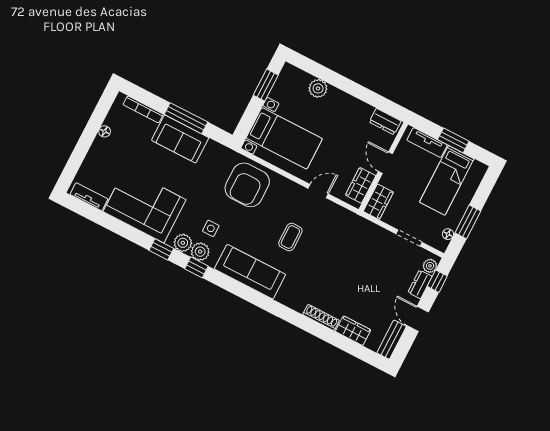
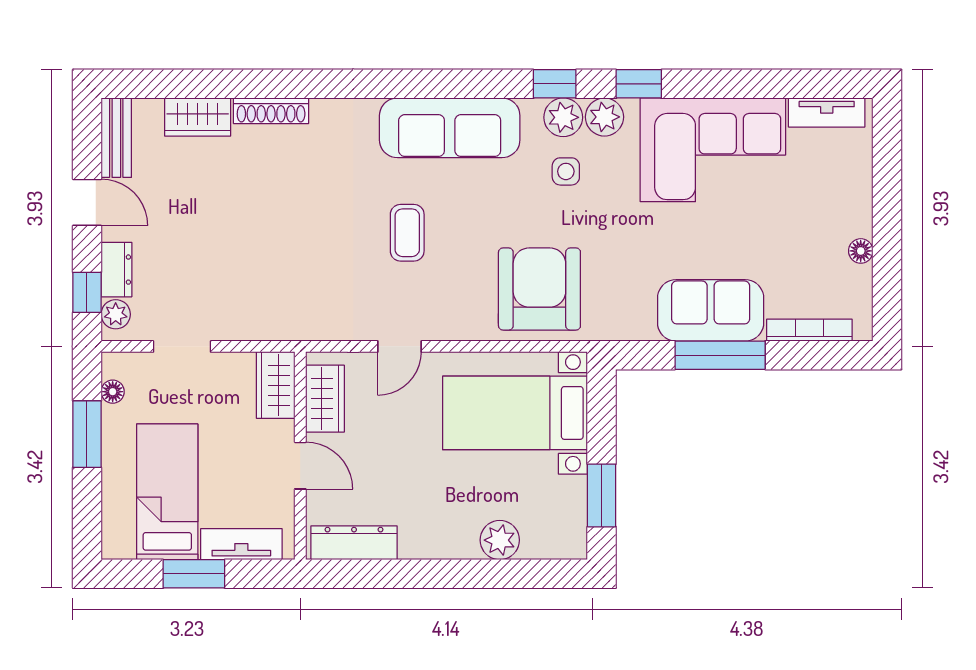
dresser: (385, 122) -> (354, 543), width x1.44

